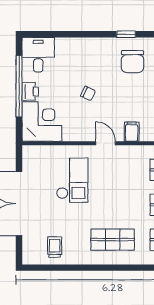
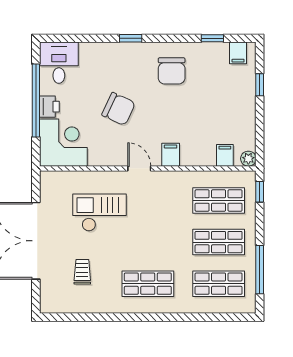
window: (126, 34) -> (131, 38), moved
chair: (88, 93) -> (119, 109), width x1.87, depth x1.87
checkout: (72, 180) -> (99, 213), turned -90
trolley: (55, 247) -> (82, 272), moved

